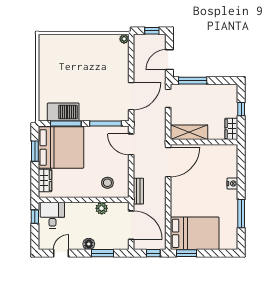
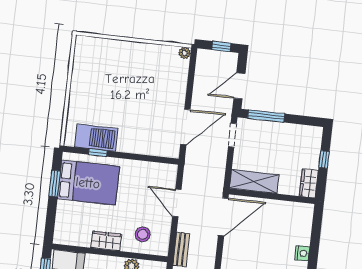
window: (66, 123) -> (98, 153), width x0.46
window: (105, 123) -> (149, 158), removed
door: (131, 144) -> (177, 203), moved
bed: (61, 147) -> (88, 183), width x0.73
wardrobe: (45, 181) -> (106, 241), moved, turned -90

